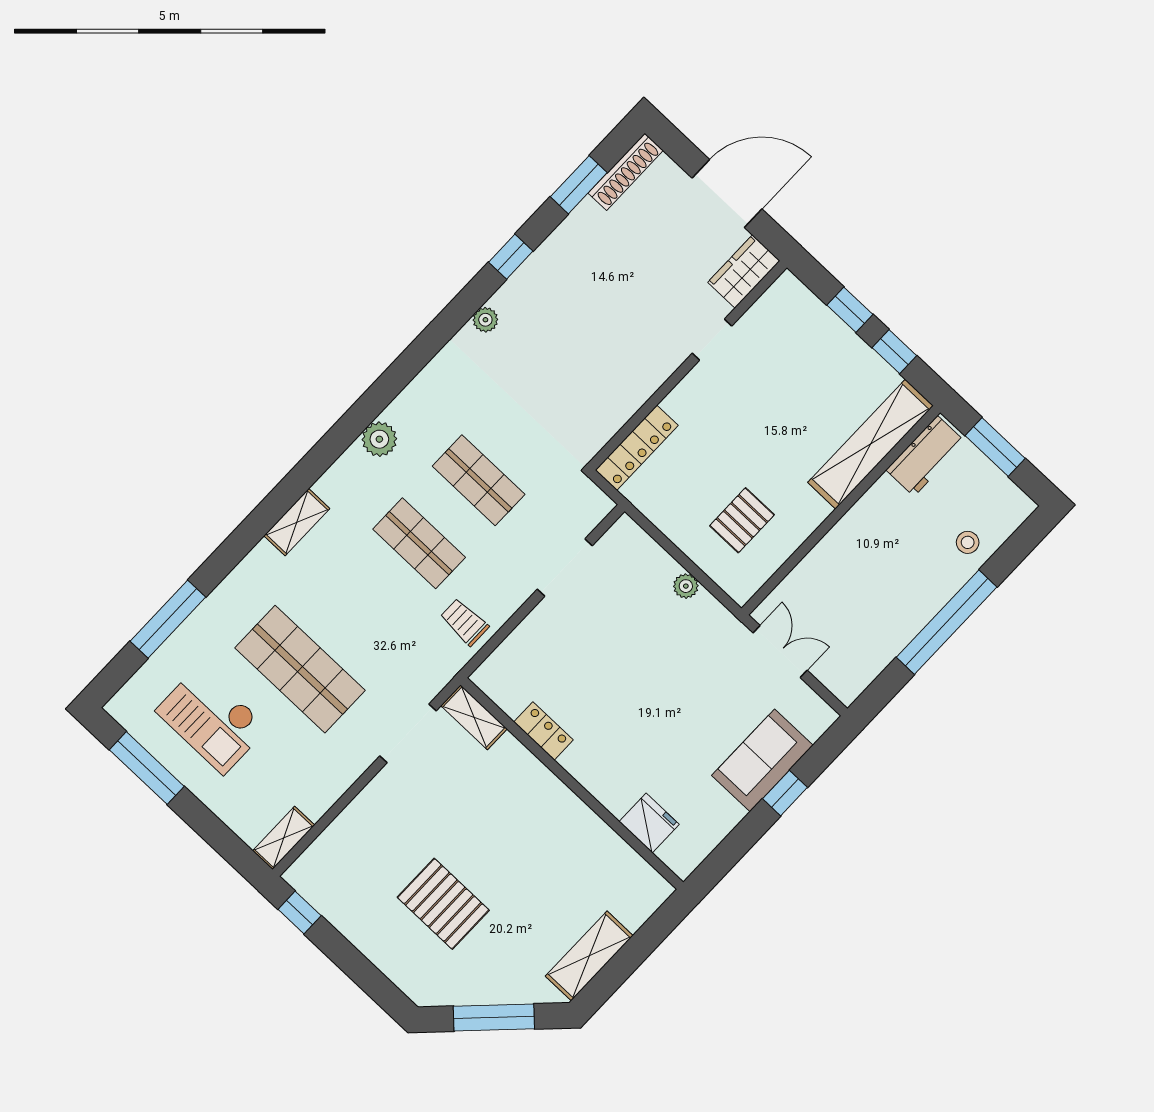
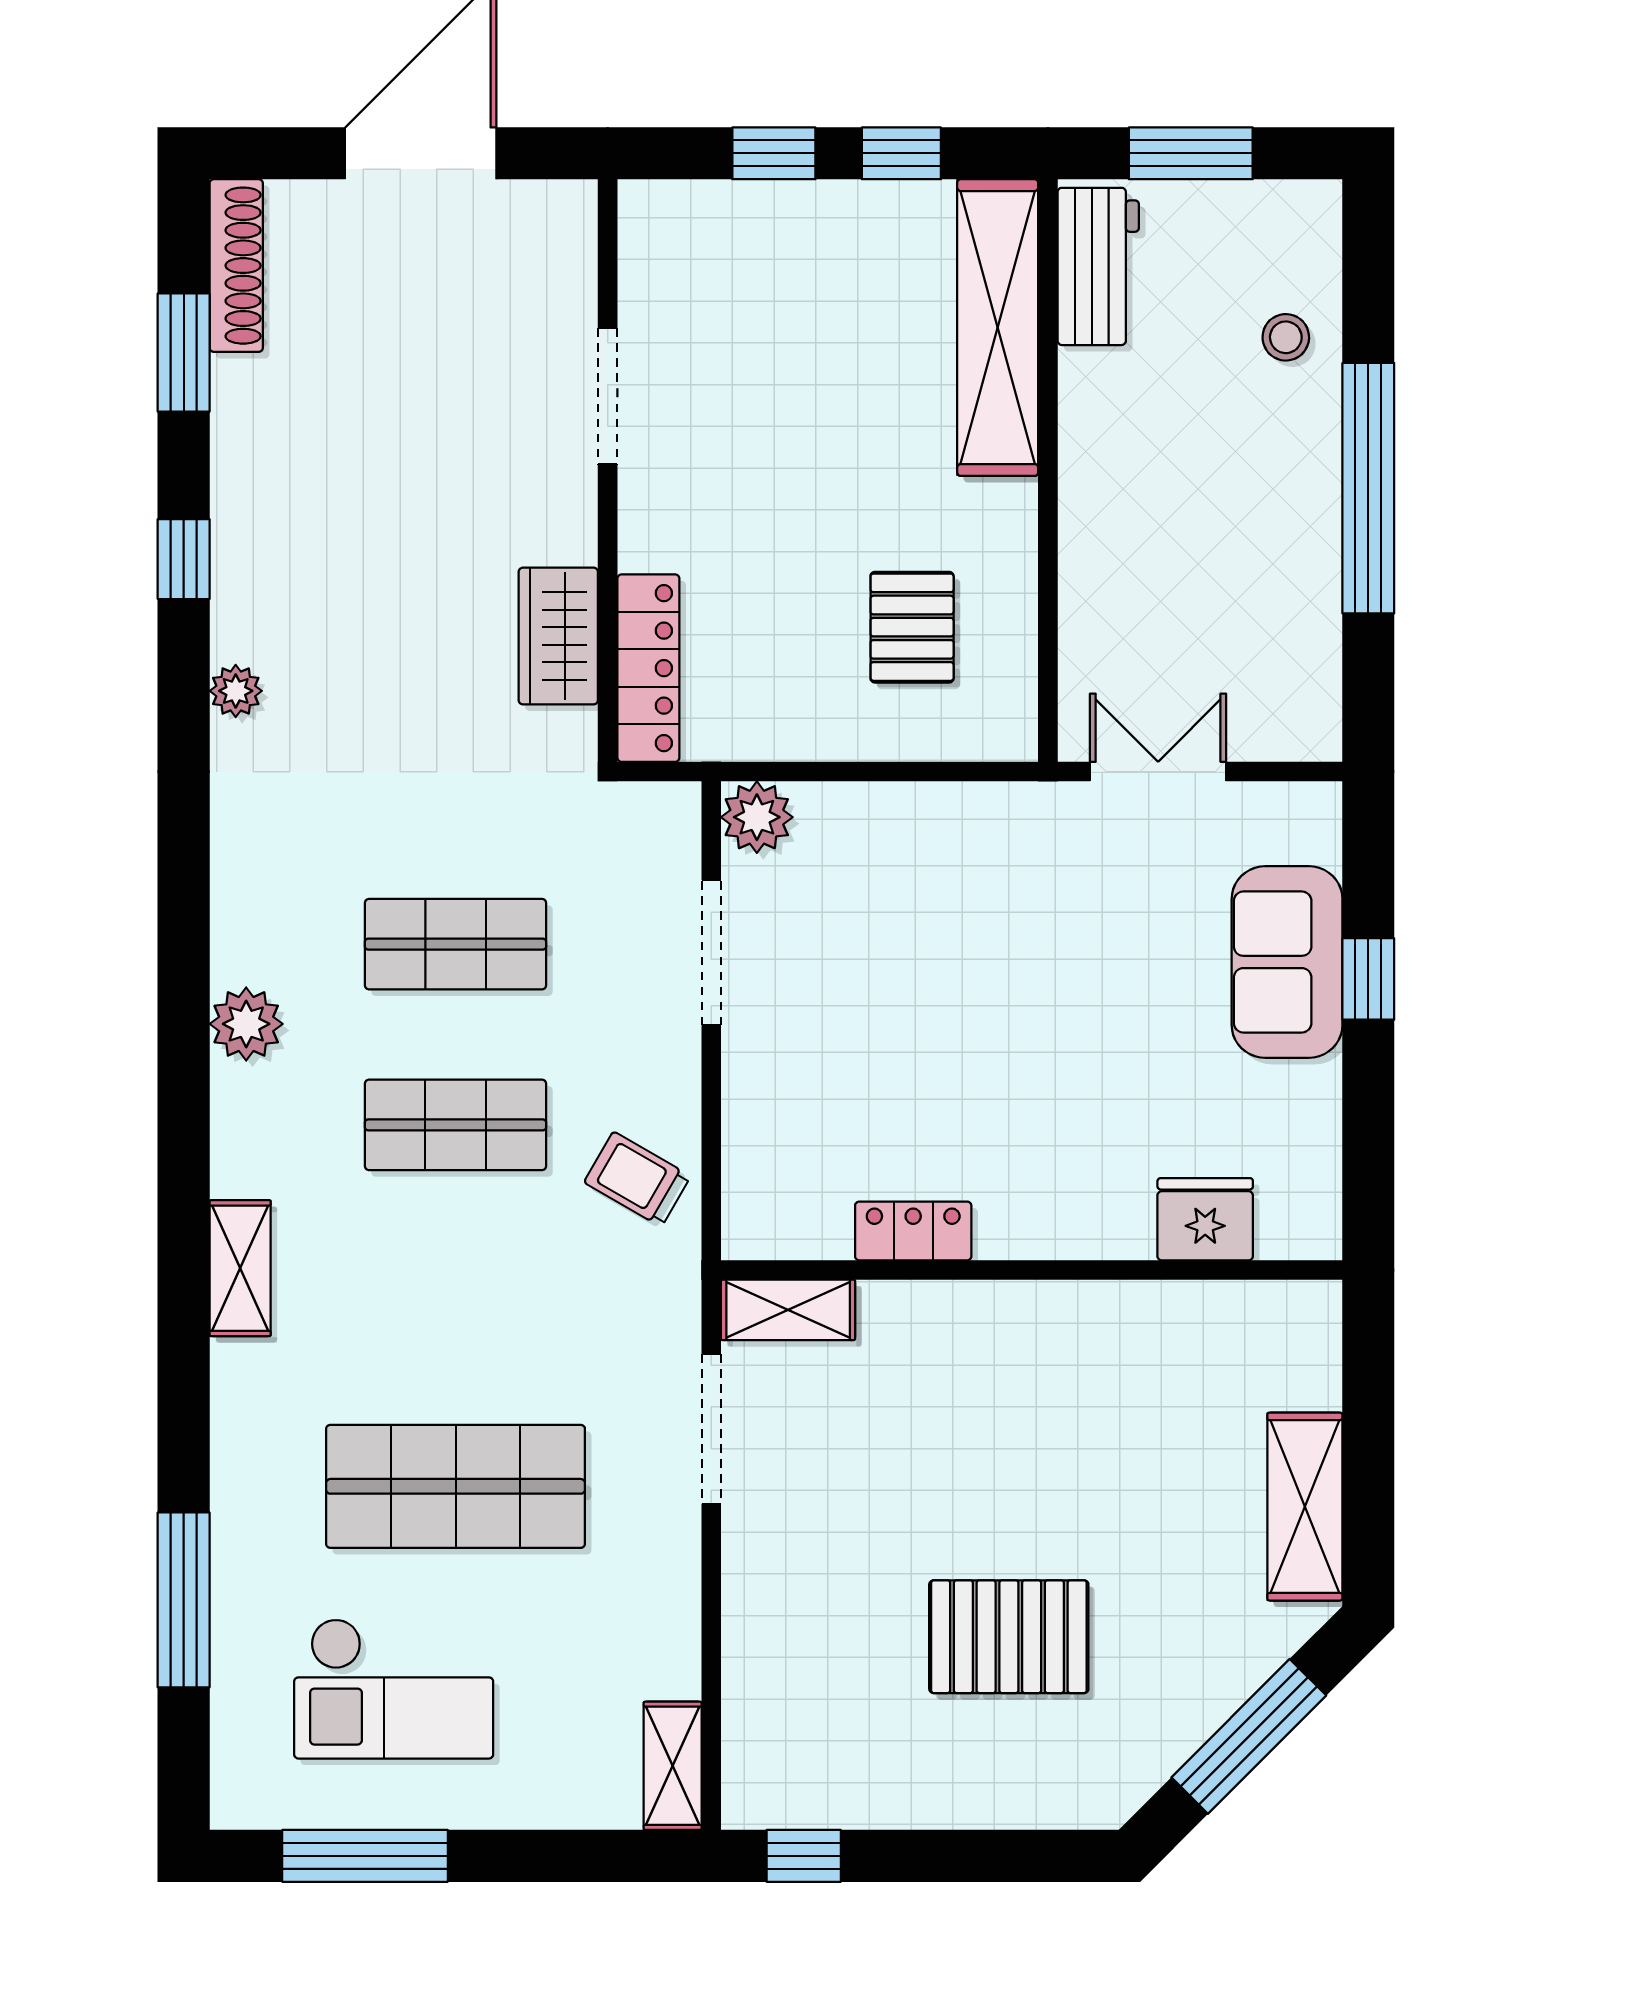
wardrobe: (744, 272) -> (558, 636), moved
doorway: (712, 340) -> (608, 396), width x1.38
plant: (686, 586) -> (757, 817), moved, width x1.38, depth x1.38
trolley: (464, 622) -> (637, 1179), turned 30

